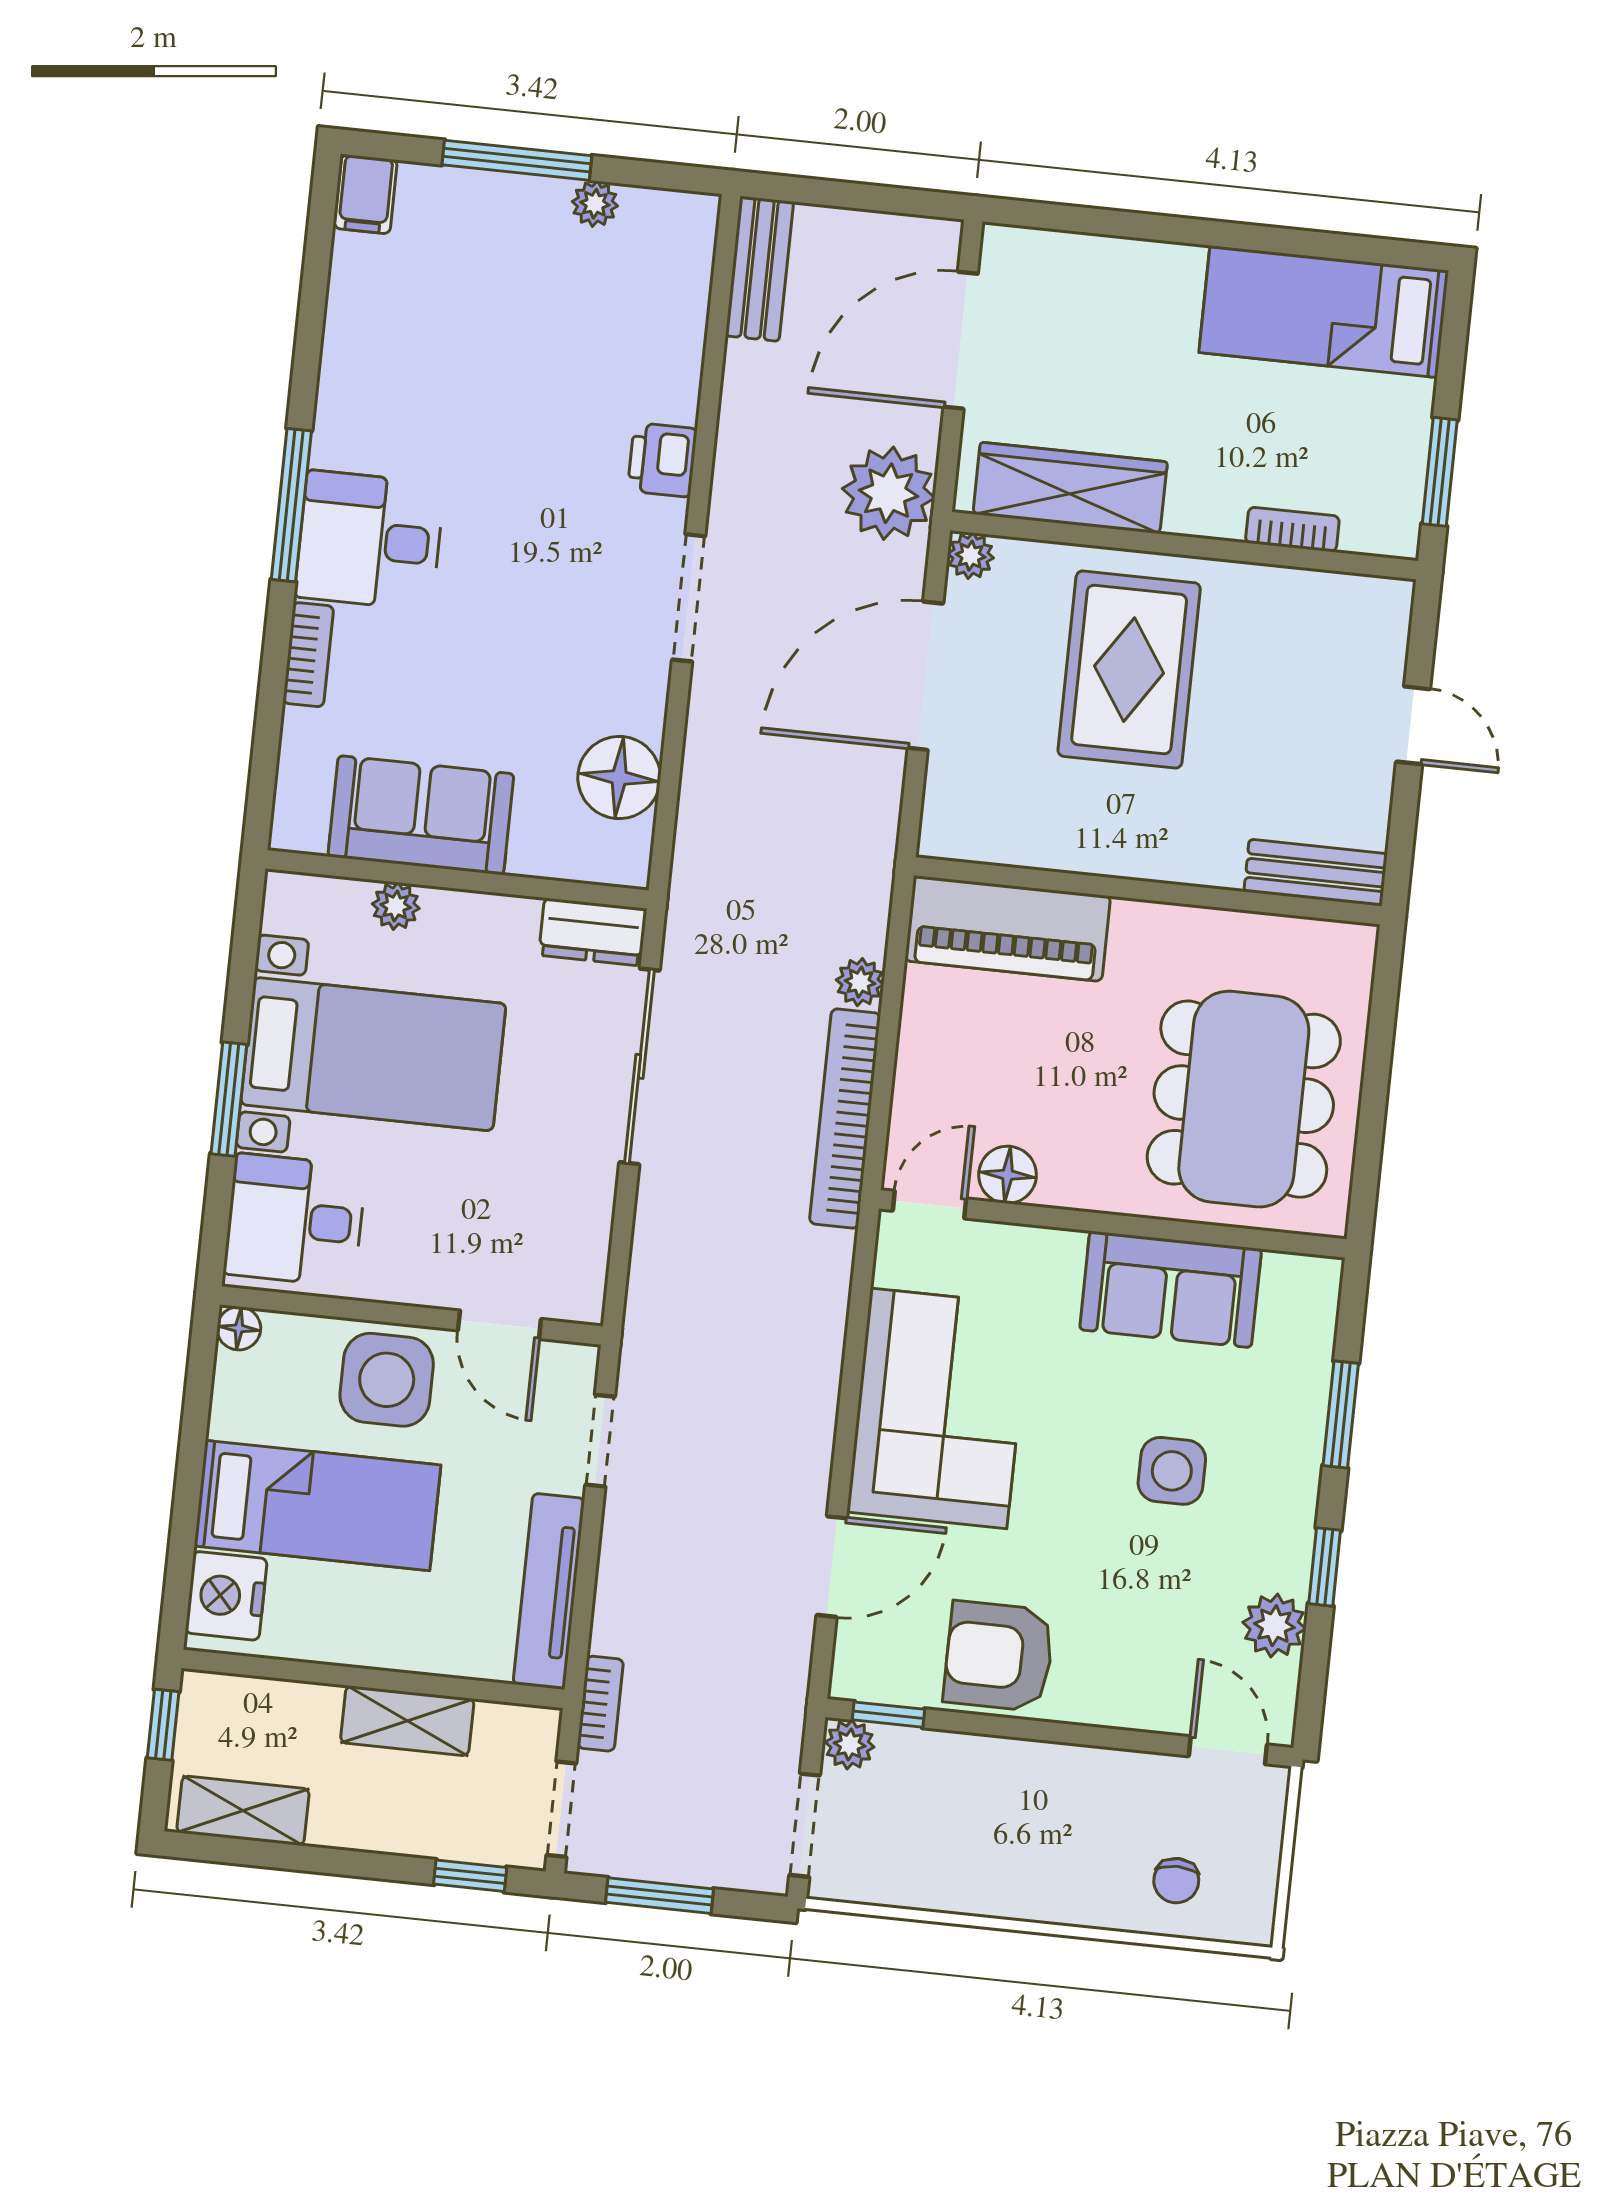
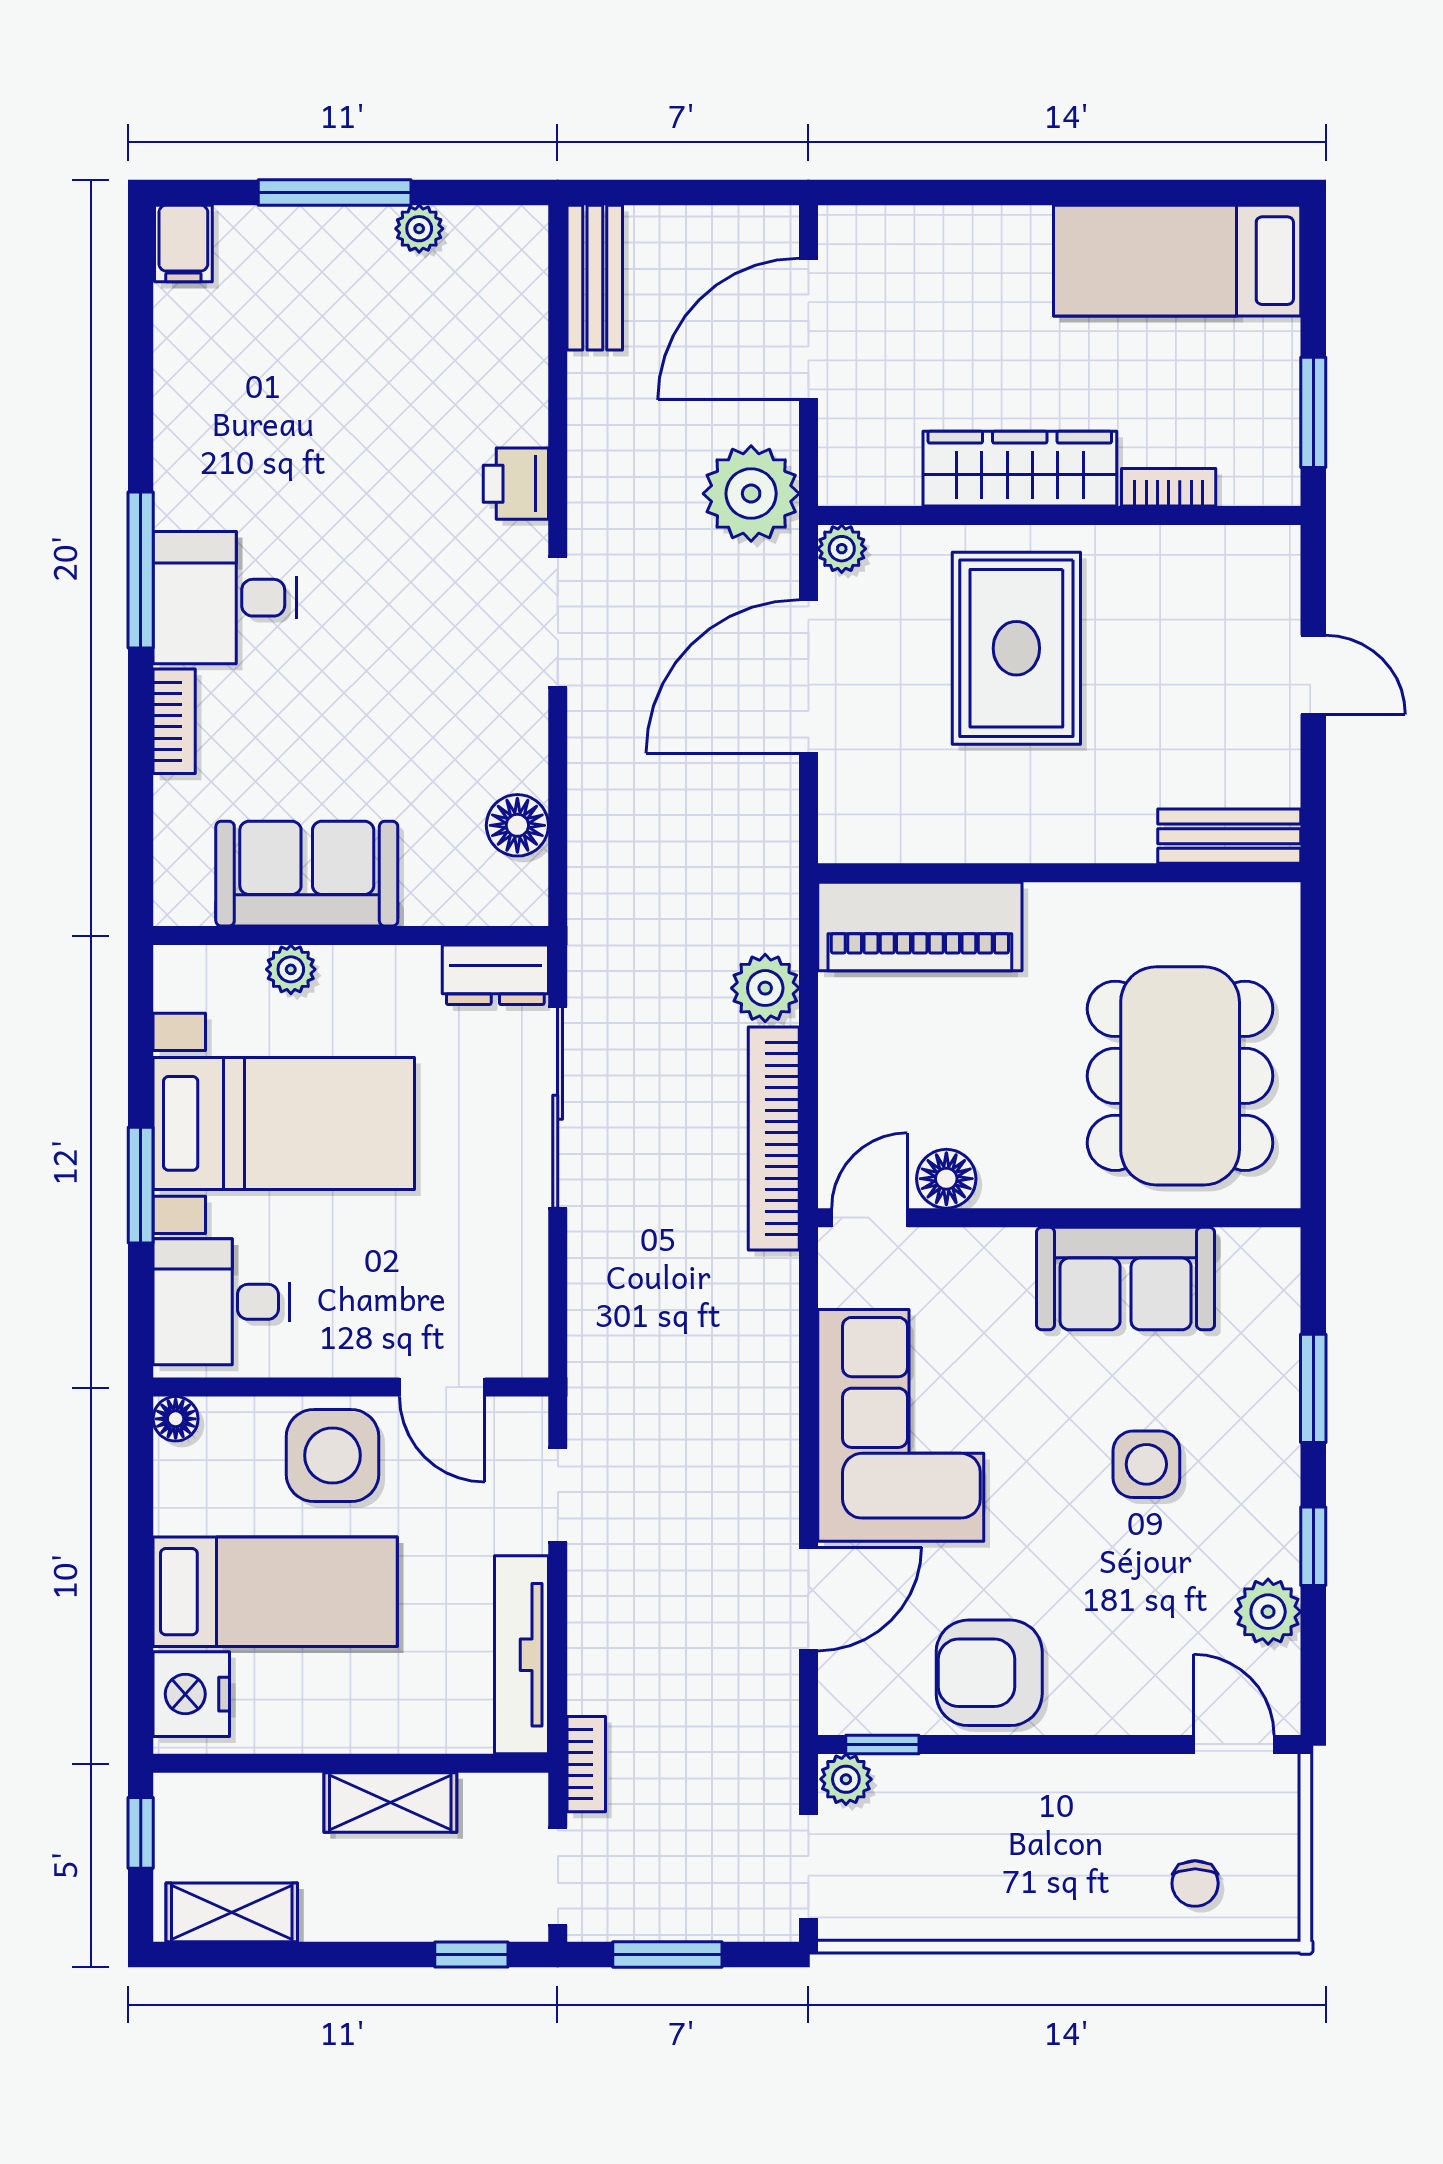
wardrobe: (1070, 488) -> (1020, 469), moved
floor lamp: (619, 778) -> (517, 825), width x0.73, depth x0.73
plant: (860, 982) -> (765, 988), width x1.38, depth x1.38

